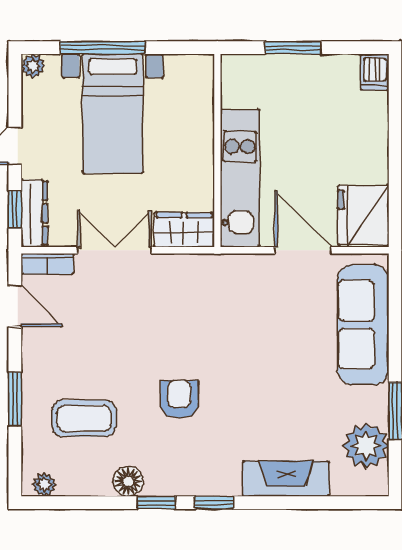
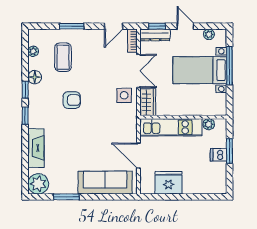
plant: (33, 66) -> (209, 34), moved
dishwasher: (375, 72) -> (218, 155), moved
plant: (233, 94) -> (209, 124), added
fridge: (363, 215) -> (169, 183), moved
door: (303, 250) -> (139, 156), swing flipped
side table: (169, 282) -> (124, 95), added
plant: (366, 446) -> (38, 184), moved
plant: (44, 485) -> (33, 51), moved

